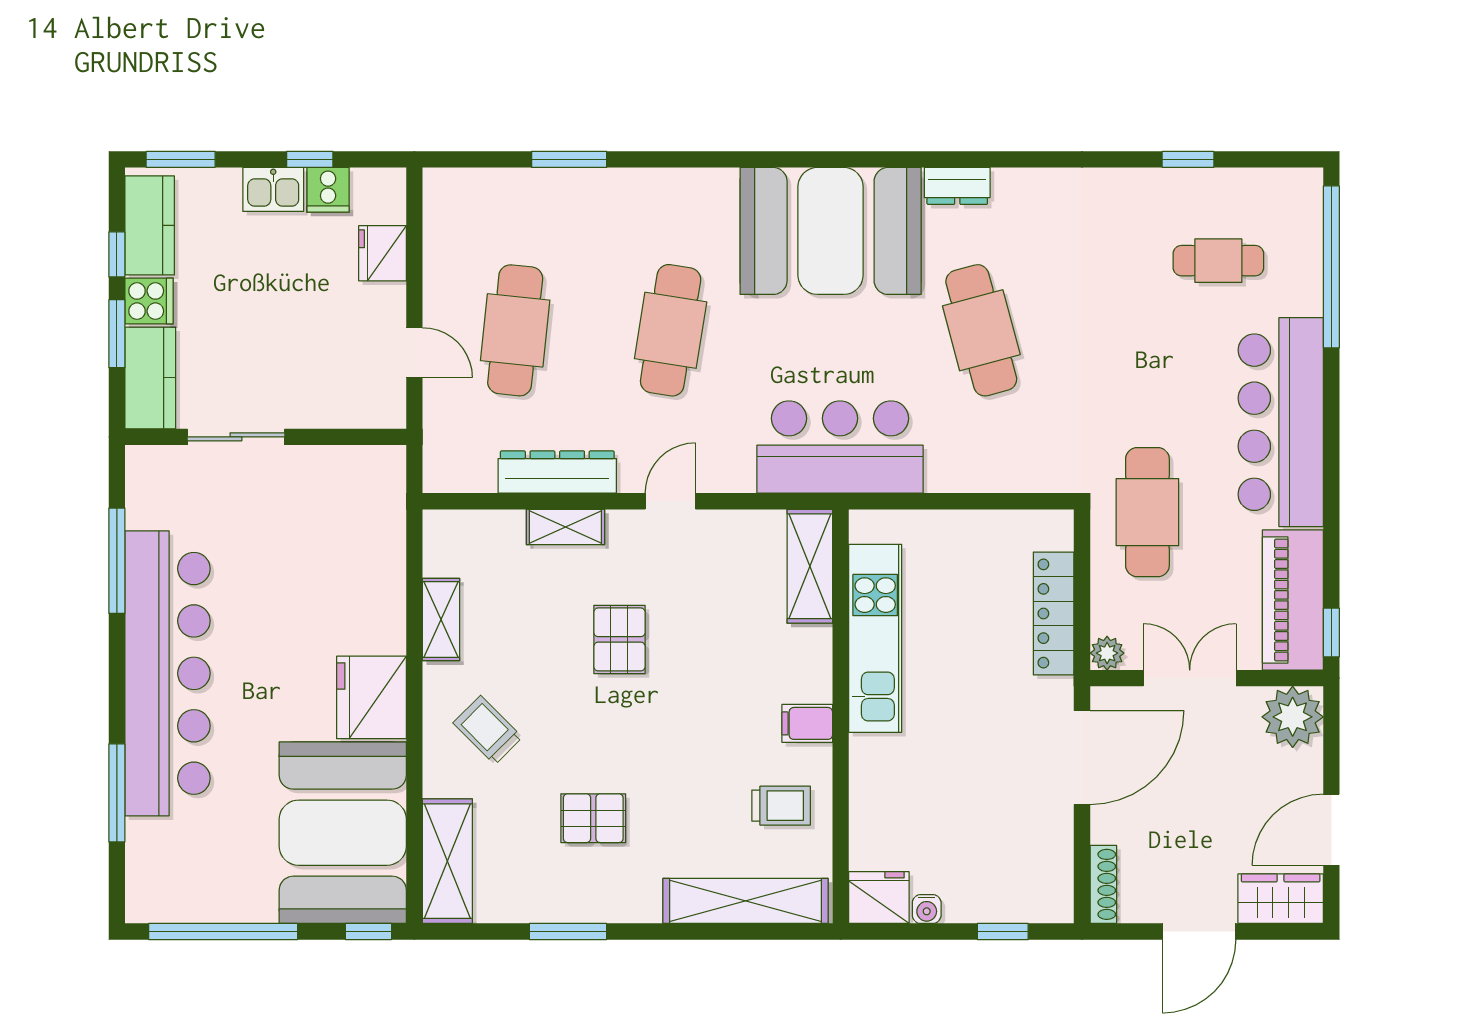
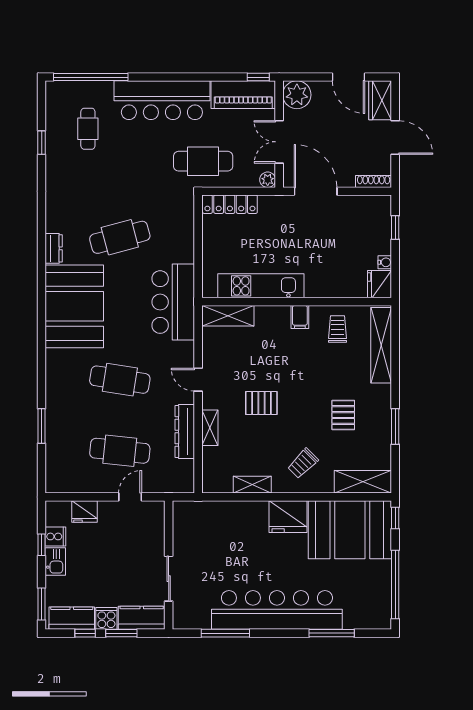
locker: (1054, 613) -> (230, 204), moved

